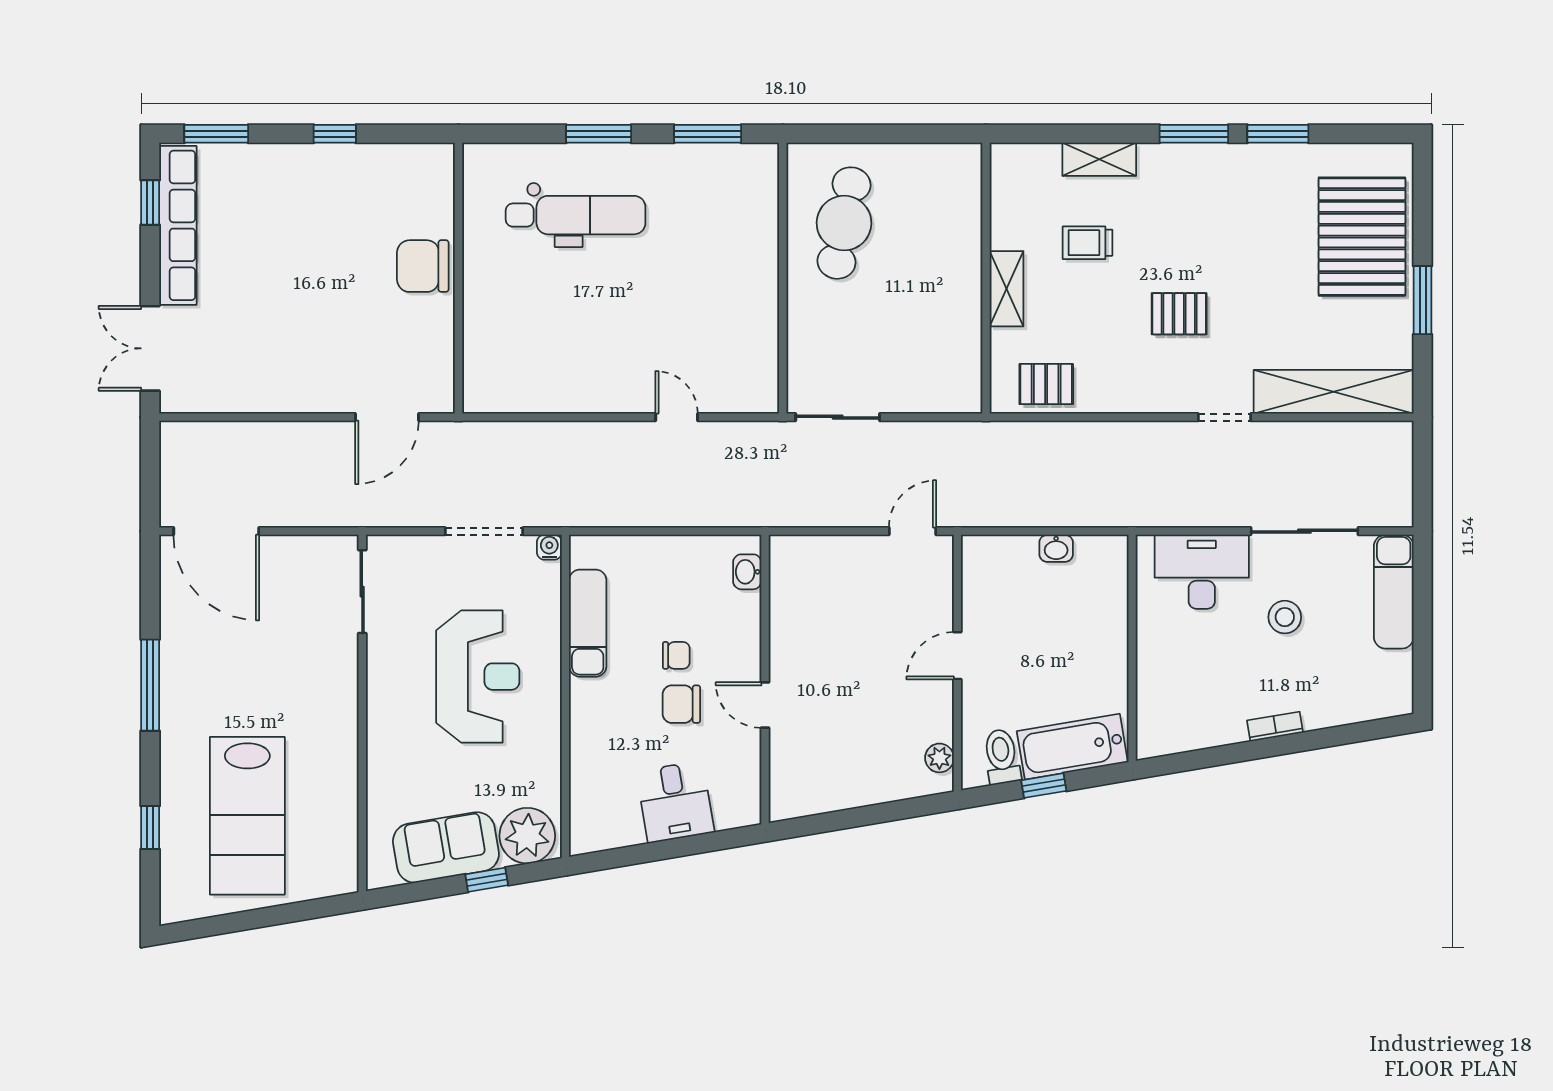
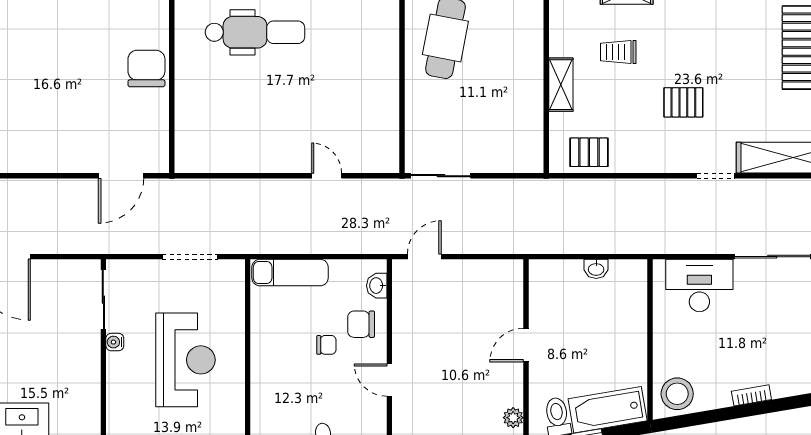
chair: (423, 266) -> (146, 68), turned 90
door: (912, 531) -> (424, 257), moved
water cooler: (549, 547) -> (115, 342), moved, turned -90
stool: (1285, 617) -> (677, 394), moved, width x1.38, depth x1.38
exam couch: (588, 623) -> (290, 273), moved, turned 90
chair: (681, 704) -> (361, 324), moved

